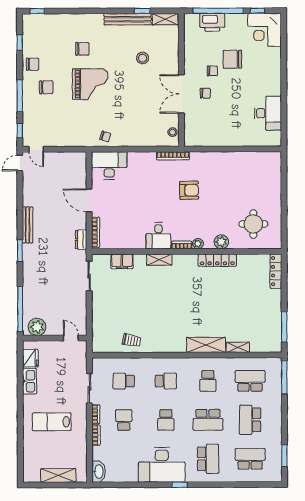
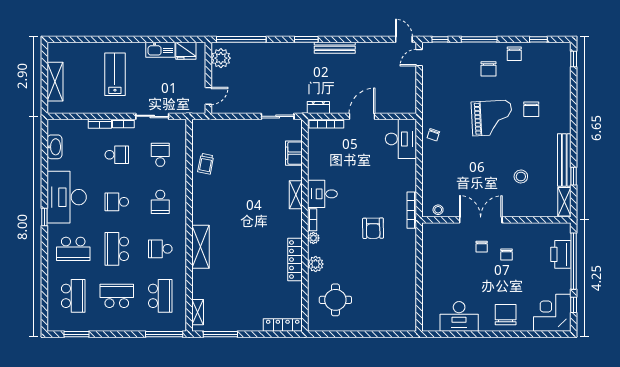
chair: (232, 59) -> (506, 315), moved
grand piano: (90, 84) -> (492, 118), turned -93
shelving: (238, 347) -> (198, 312), moved
washbasin: (99, 472) -> (55, 147), moved, turned -90

